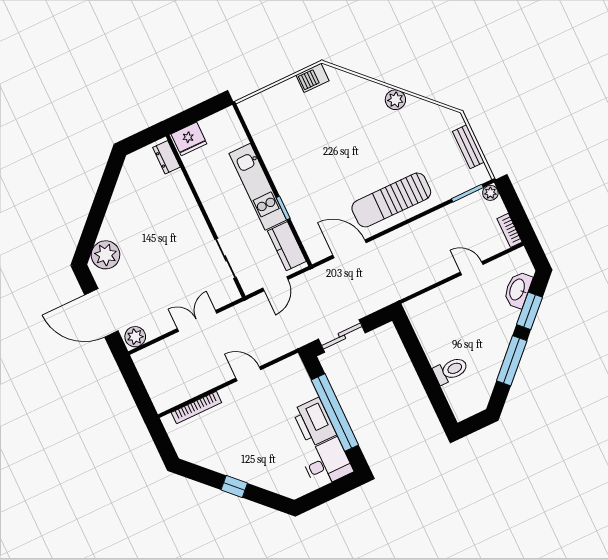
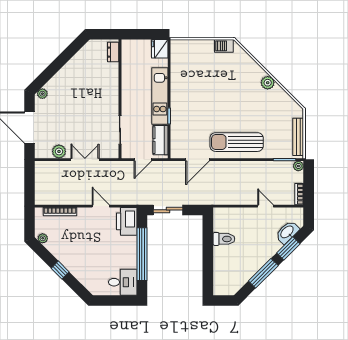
fridge: (189, 139) -> (160, 49), moved, turned 90
bench: (468, 147) -> (298, 137), width x1.36
door: (350, 249) -> (197, 160), swing flipped
plant: (106, 255) -> (42, 94), width x0.53, depth x0.53
plant: (135, 337) -> (59, 151), moved
toilet: (451, 370) -> (224, 239), moved
printer: (314, 422) -> (127, 221), moved
plant: (190, 455) -> (43, 238), added

